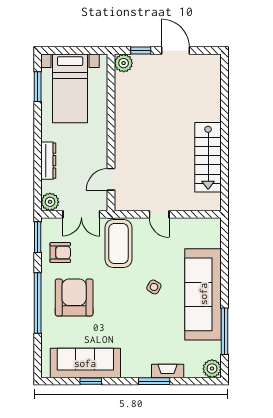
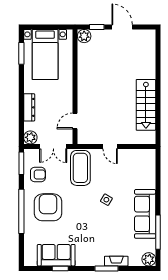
sofa: (203, 294) -> (145, 214), width x0.74, depth x0.79
sofa: (85, 363) -> (56, 255), width x0.73

